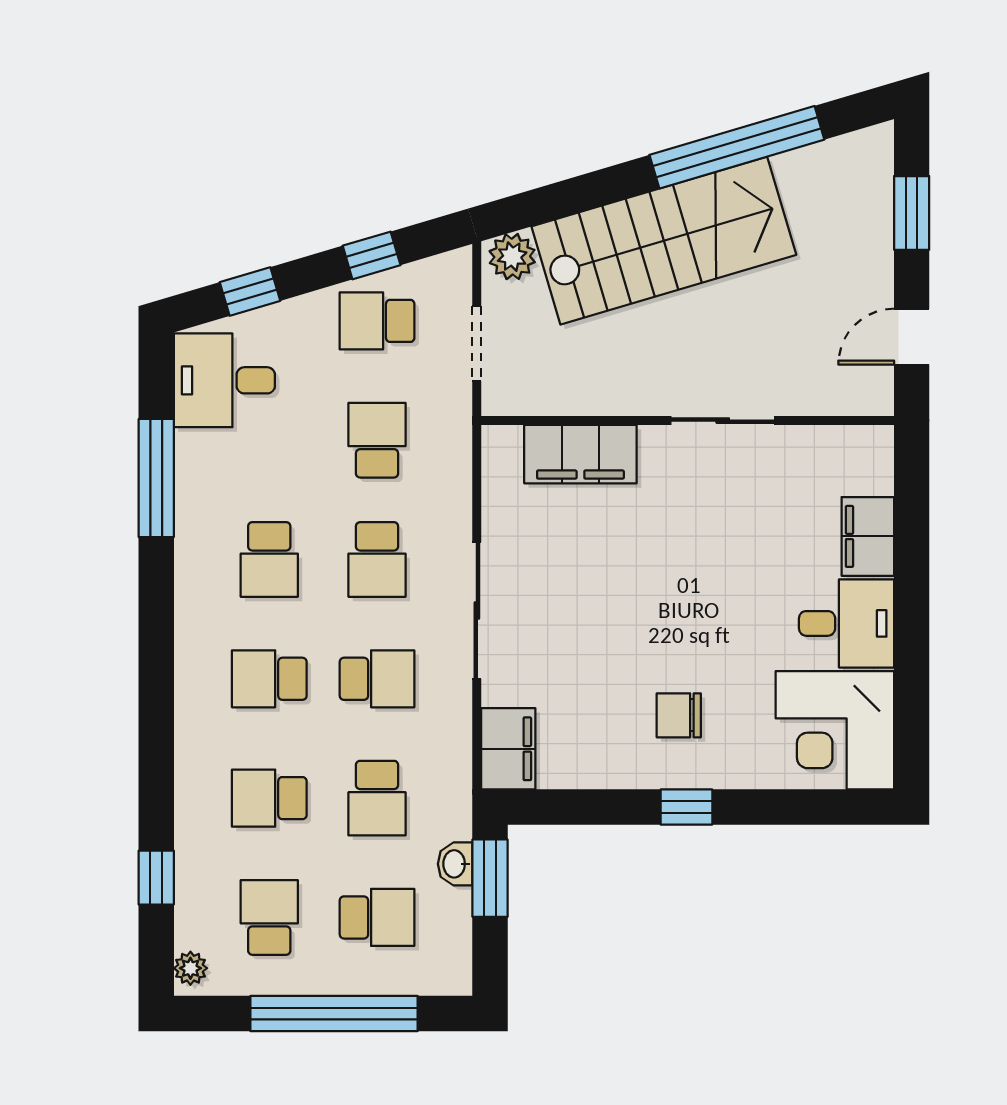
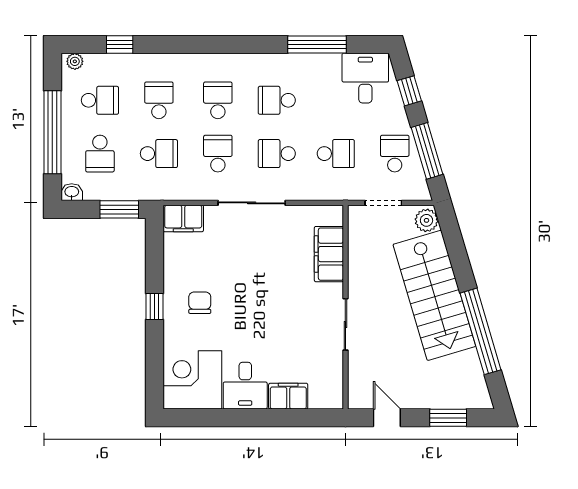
window: (372, 255) -> (427, 151), width x2.17
school desk: (377, 679) -> (218, 154), turned 180
school desk: (377, 798) -> (159, 154), turned 180
washbasin: (455, 864) -> (72, 192), moved

